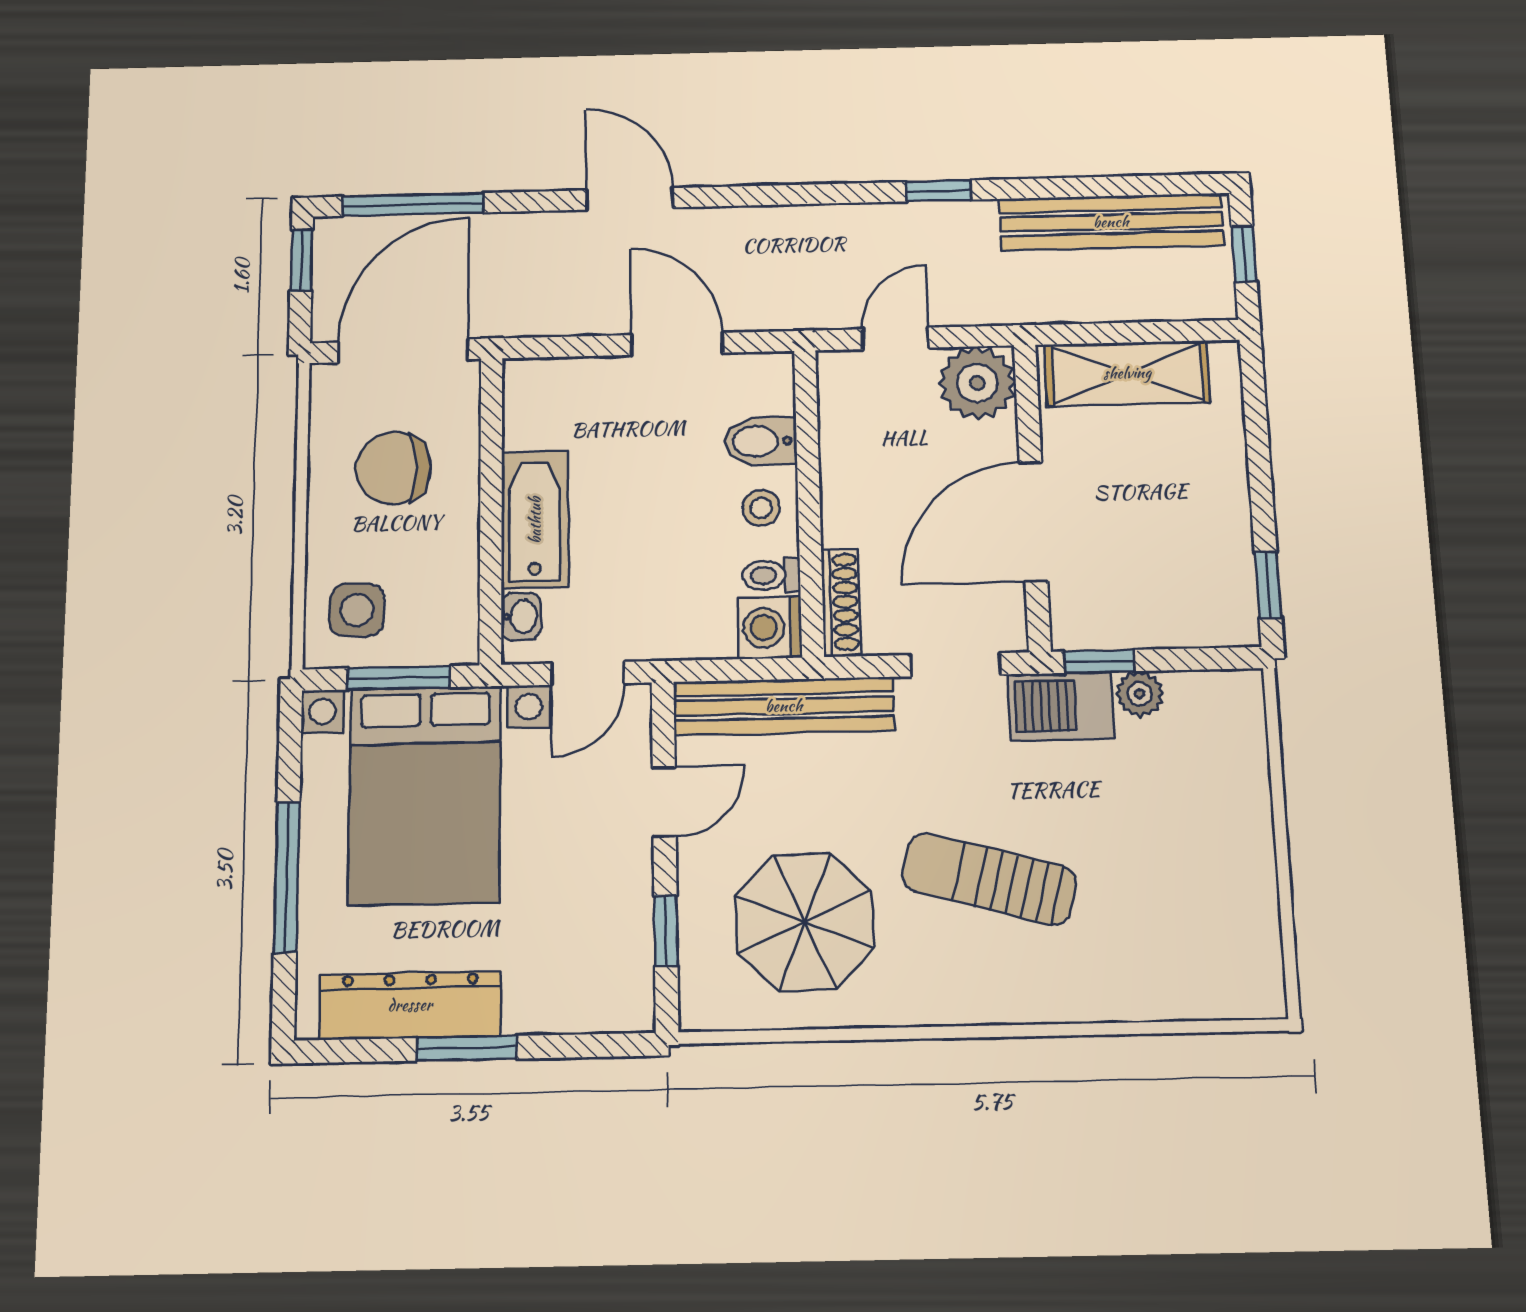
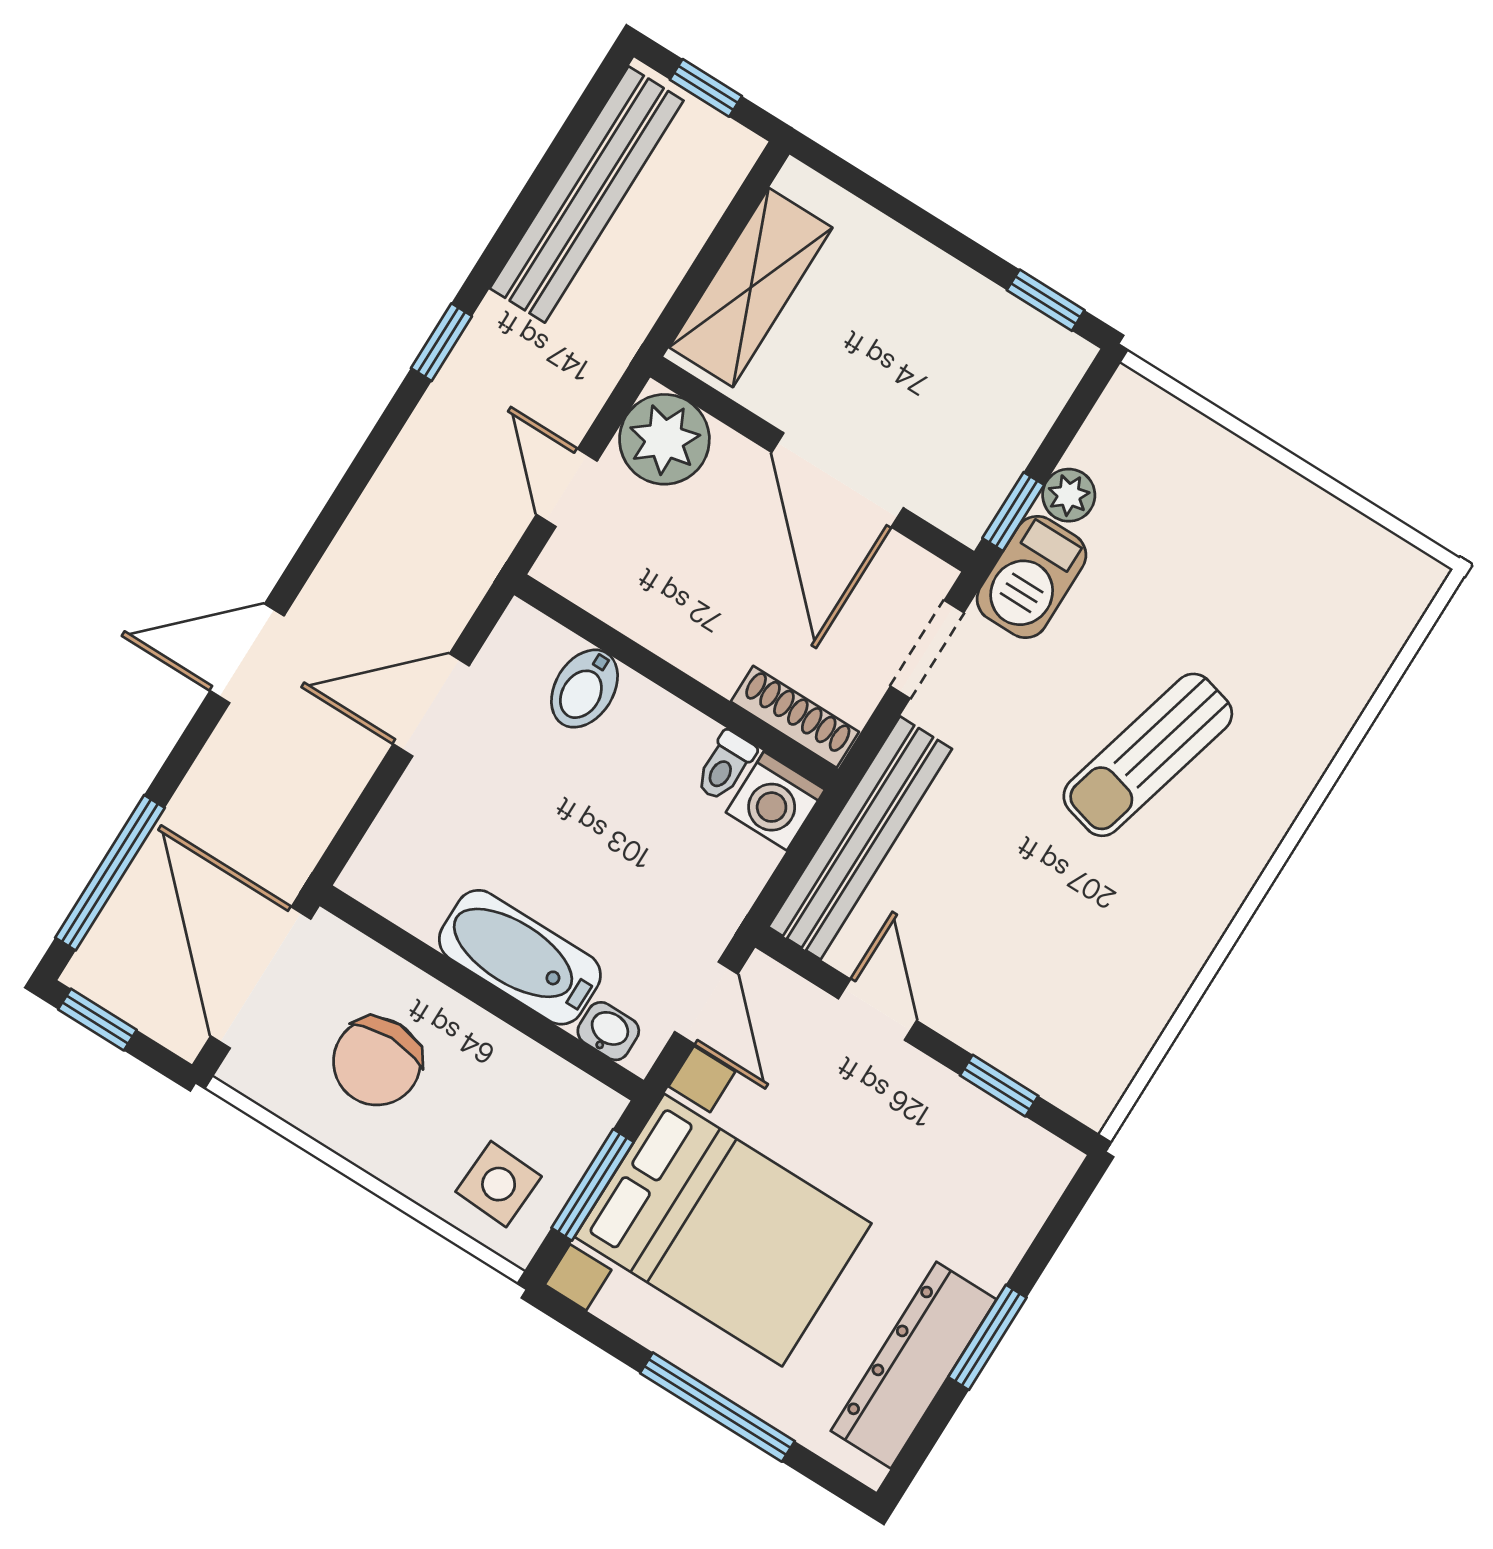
stool: (761, 508) -> (652, 732), removed
parasol: (804, 922) -> (1075, 952), removed

